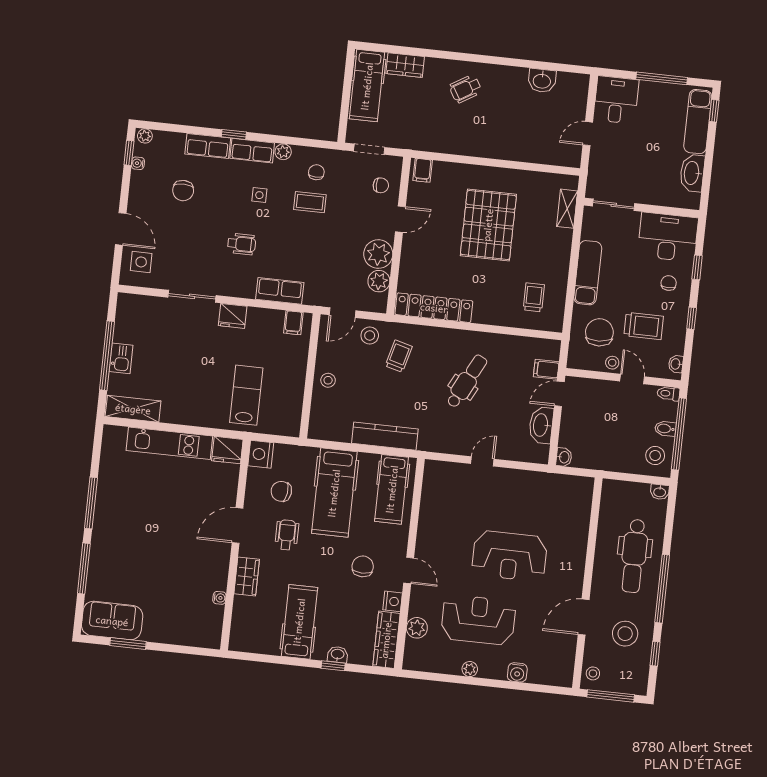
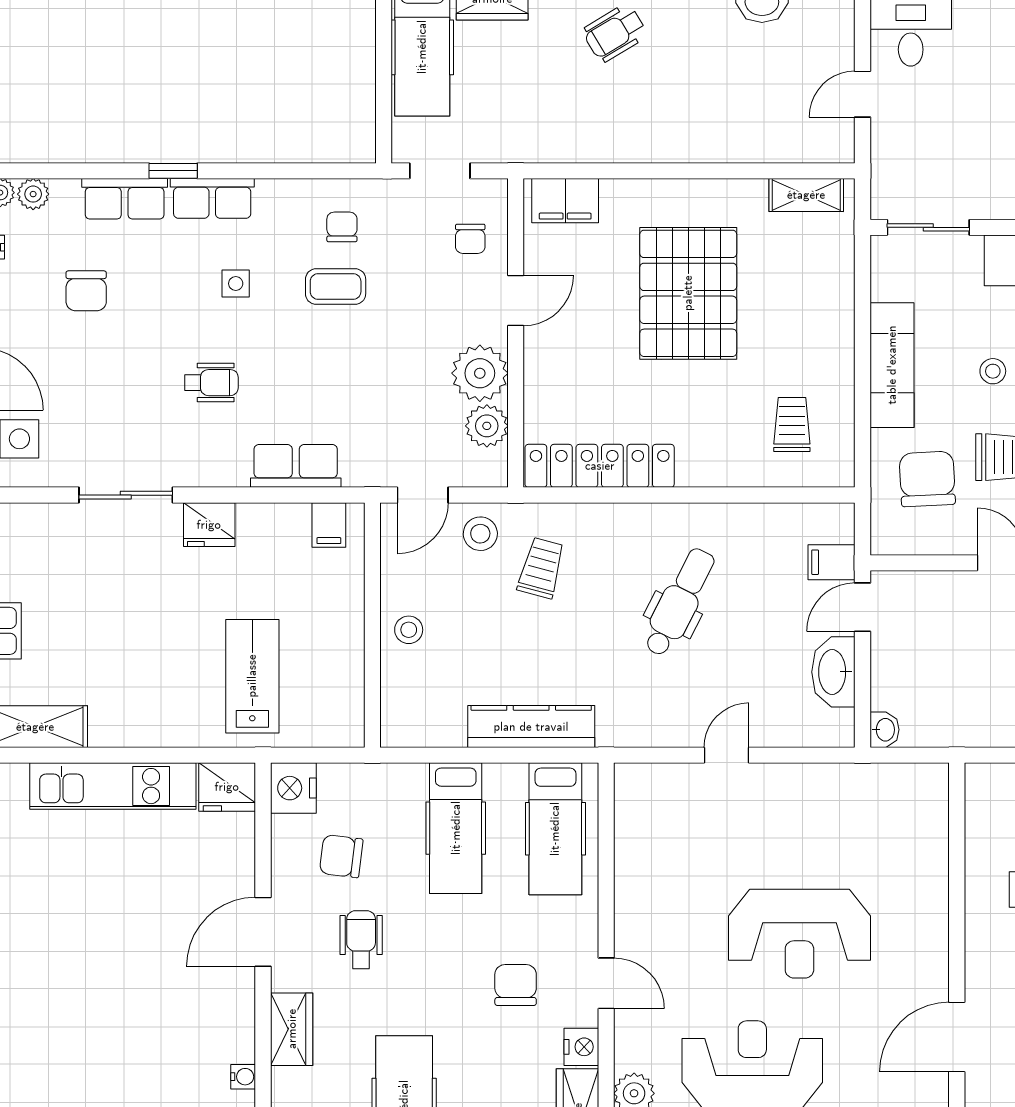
plant: (283, 152) -> (33, 194), moved
filing cabinet: (423, 170) -> (565, 201), width x2.00
chair: (381, 185) -> (470, 239), turned 90
shelving: (567, 209) -> (806, 195), moved, turned 90
stool: (612, 363) -> (993, 371), moved
hospital bed: (334, 493) -> (456, 828), width x0.73, depth x0.78

